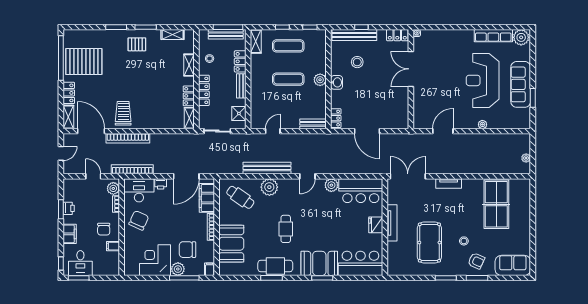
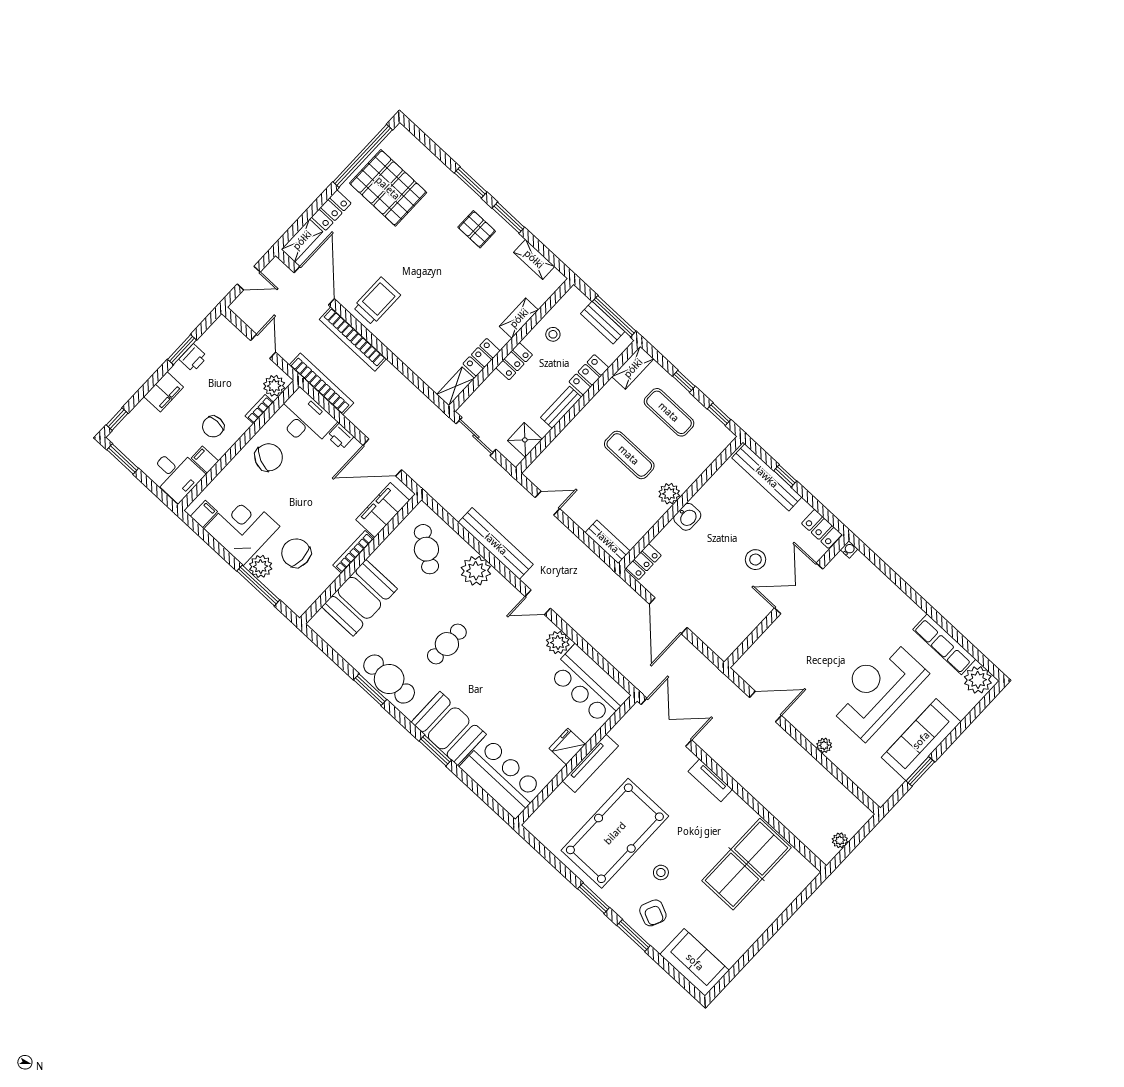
bench: (226, 34) -> (603, 323), width x0.73
stool: (357, 62) -> (755, 560), moved
locker: (204, 90) -> (514, 361), width x0.66
pool table: (429, 243) -> (615, 833), width x1.36, depth x1.32
desk: (80, 263) -> (176, 474), moved, turned -90
filing cabinet: (210, 269) -> (204, 514), moved

